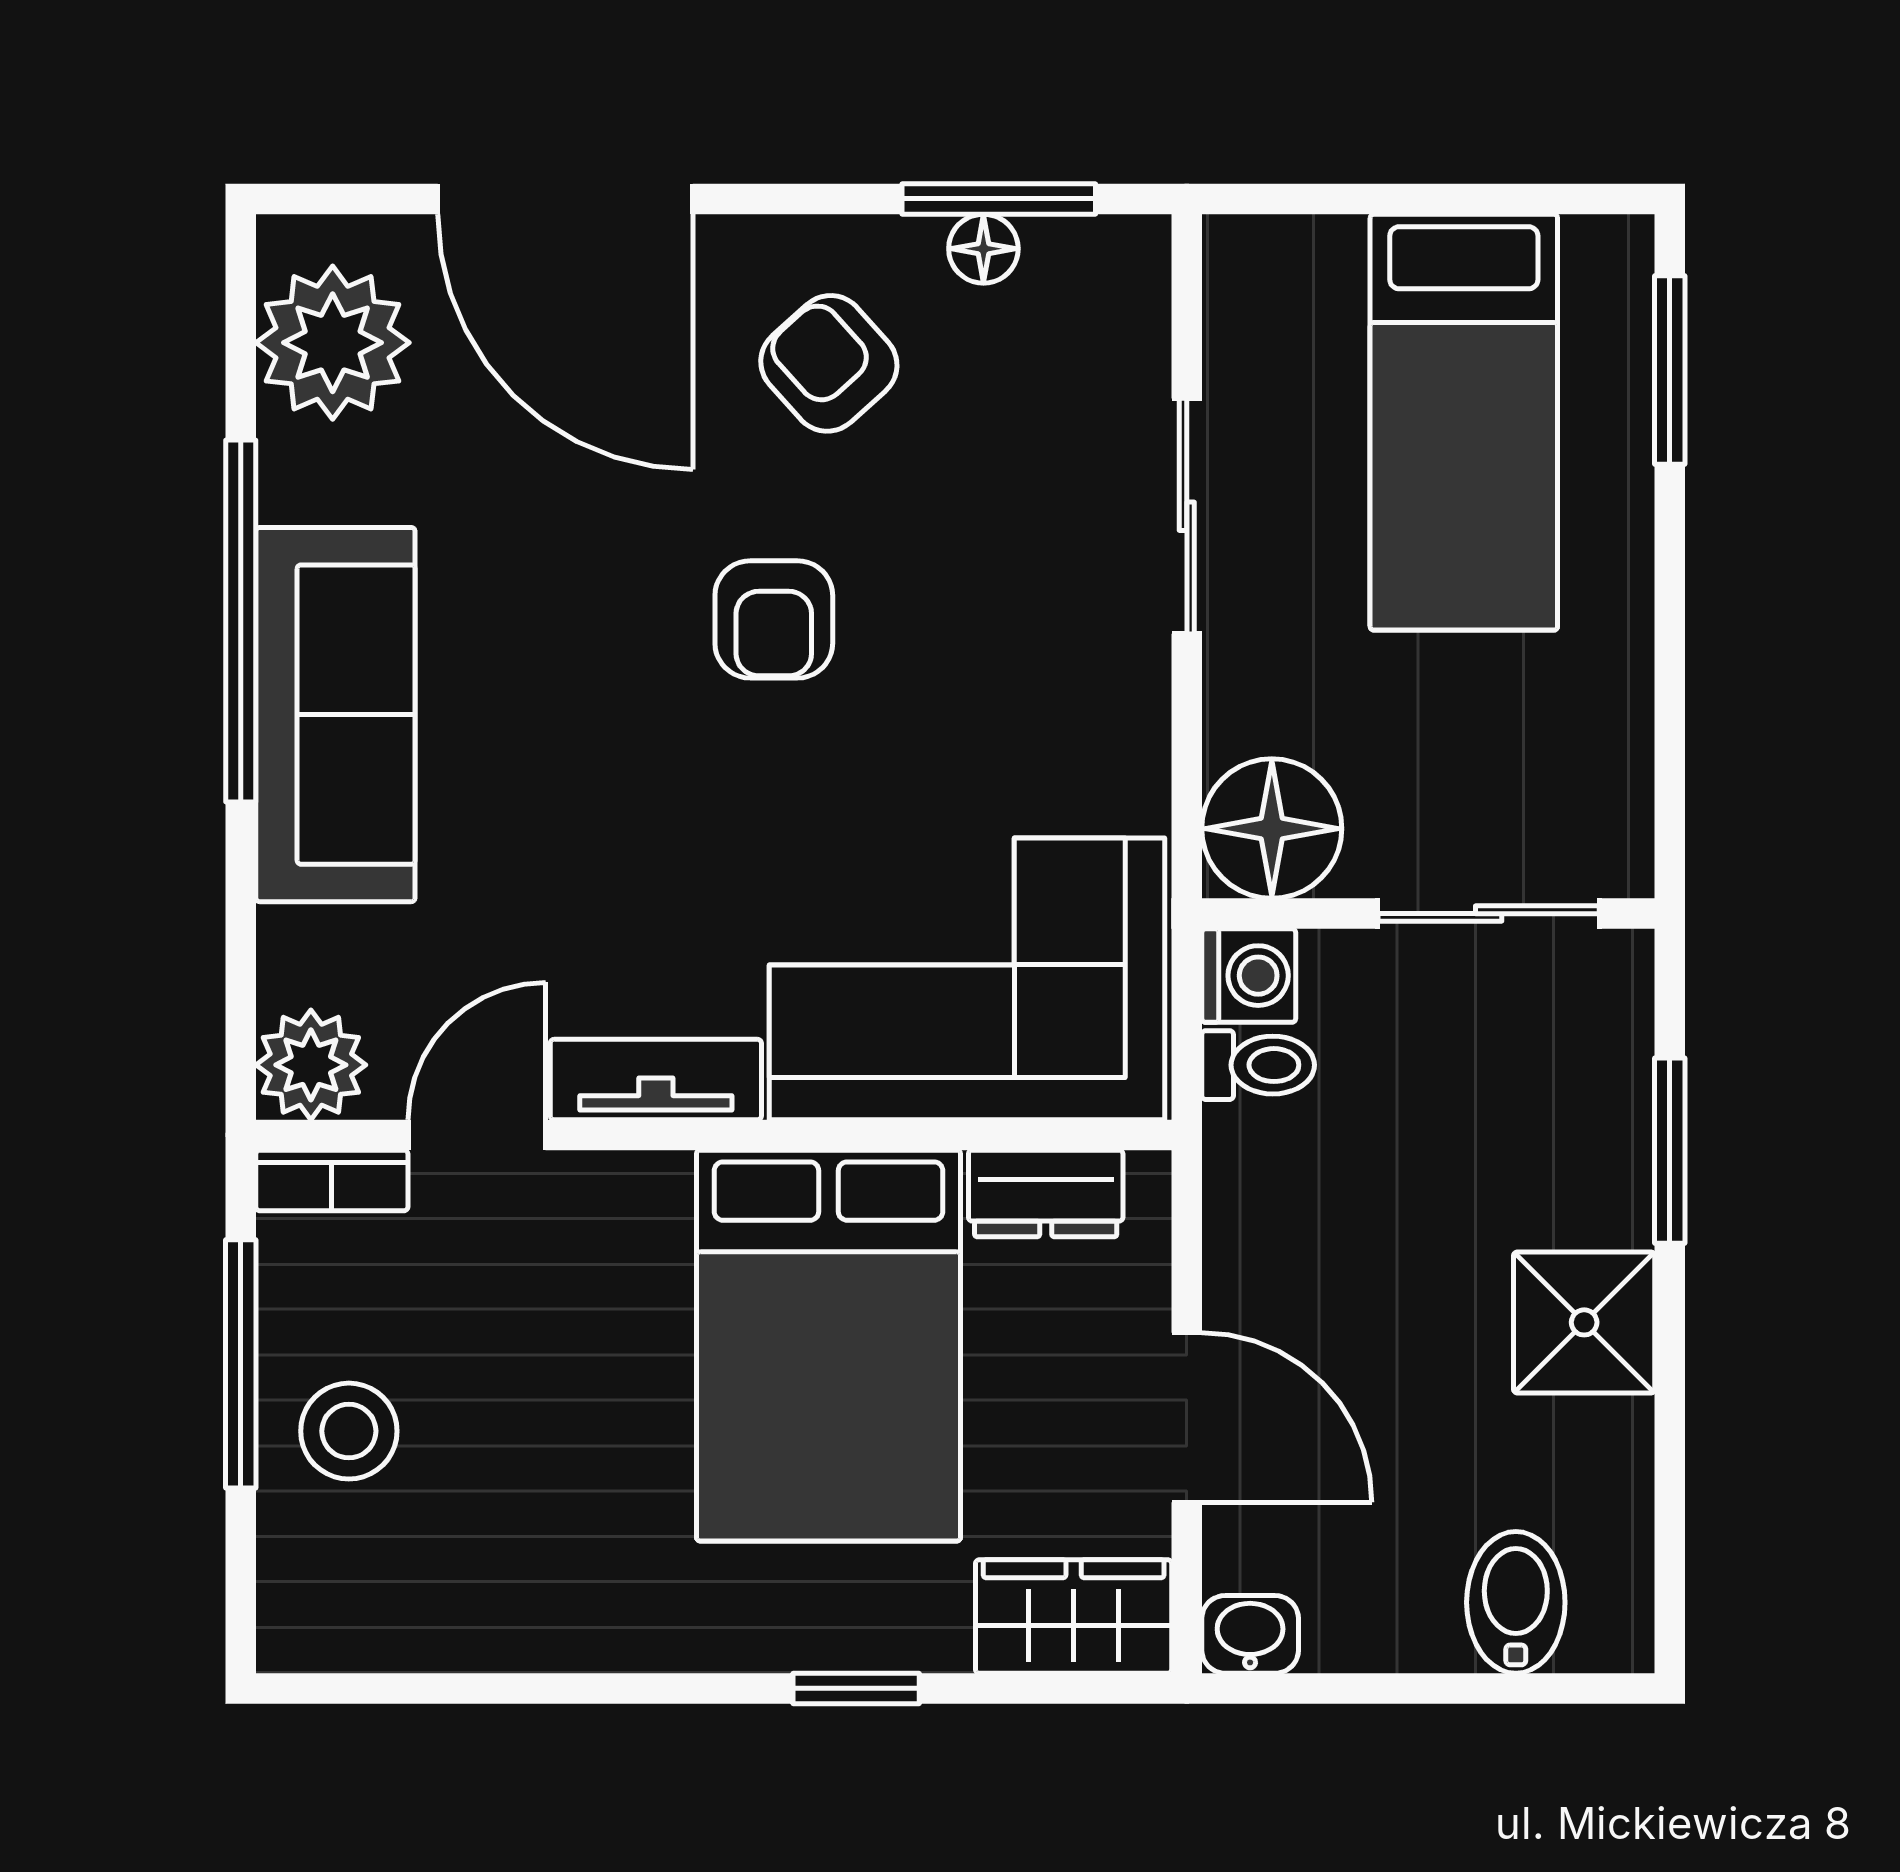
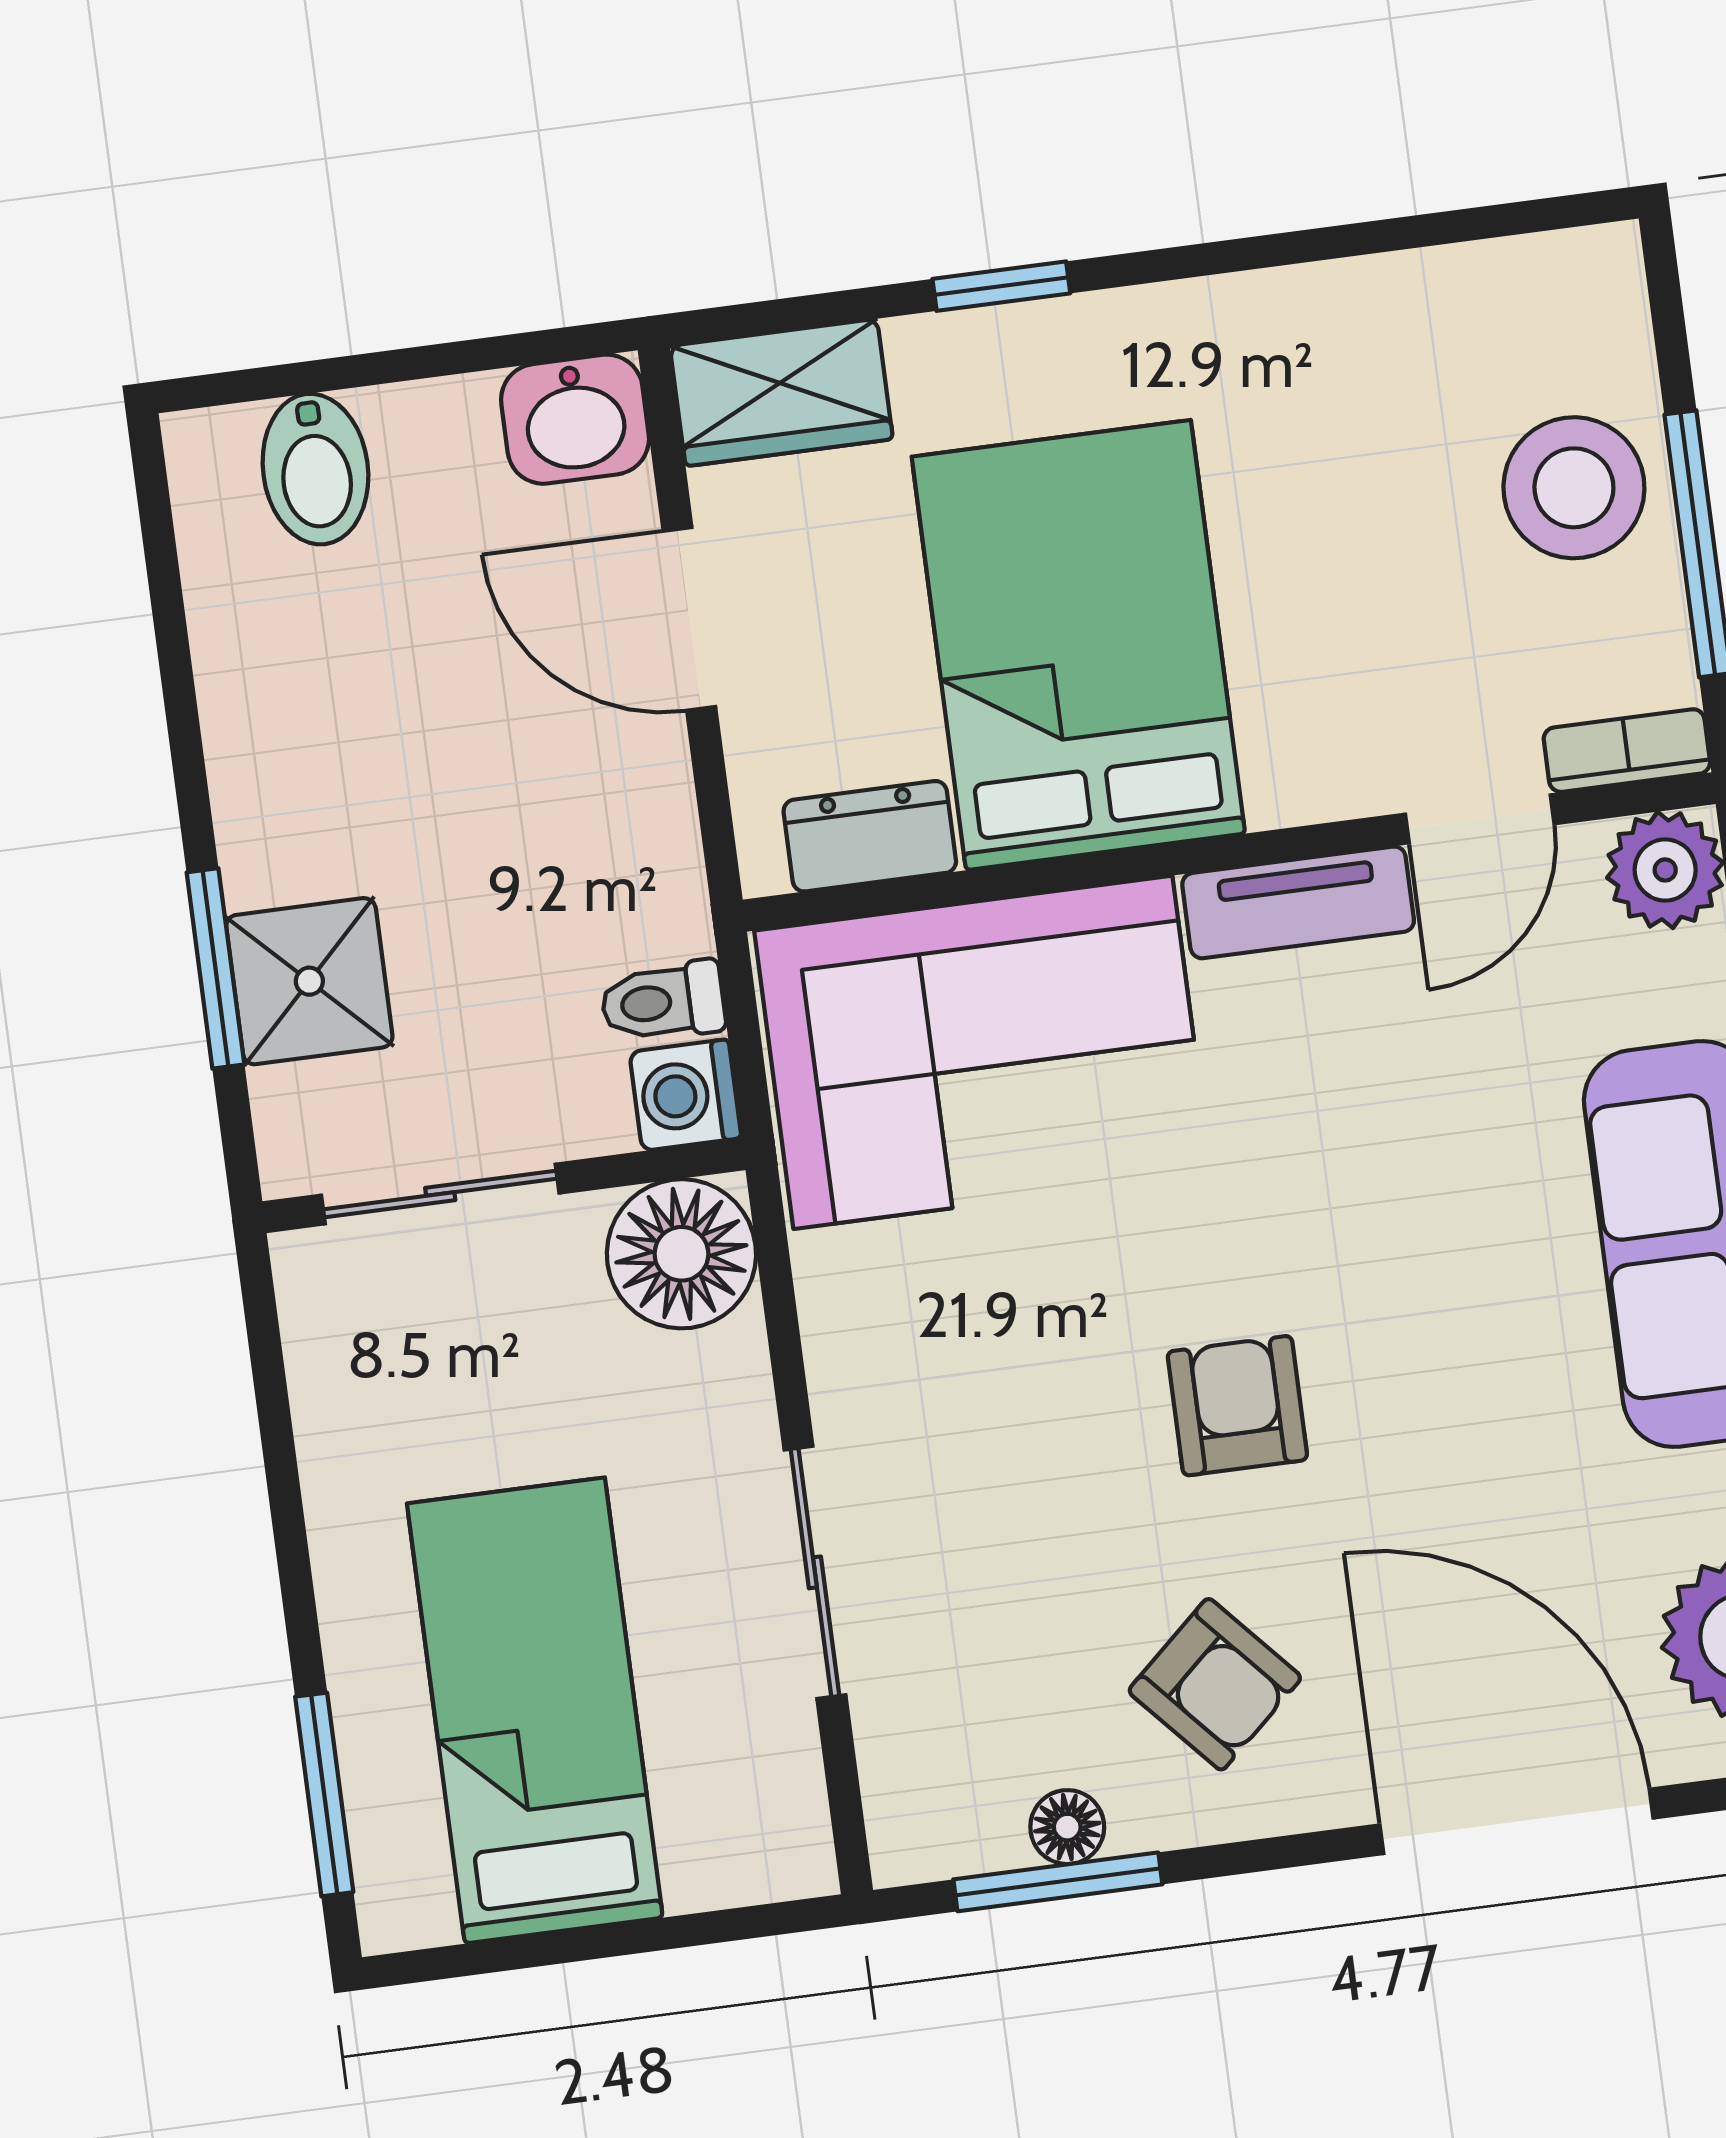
shower: (1584, 1322) -> (309, 981), moved
stool: (349, 1431) -> (1574, 488), width x1.38, depth x1.38
washbasin: (1250, 1634) -> (575, 419), width x1.38, depth x1.45

